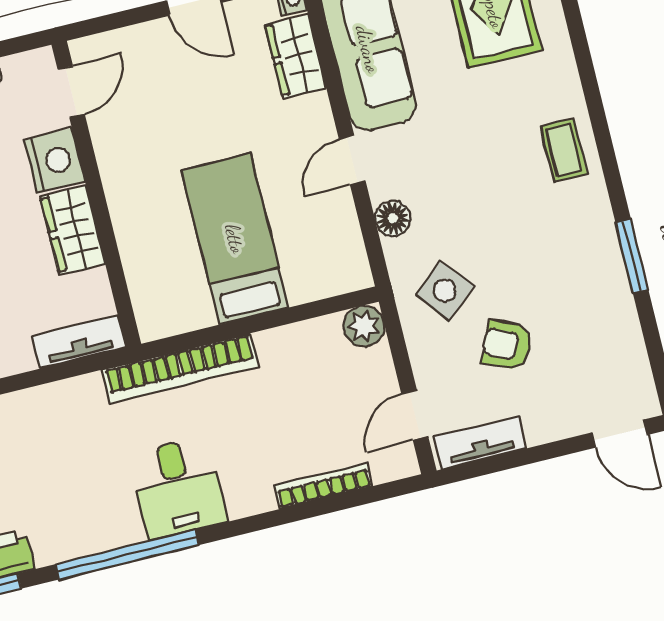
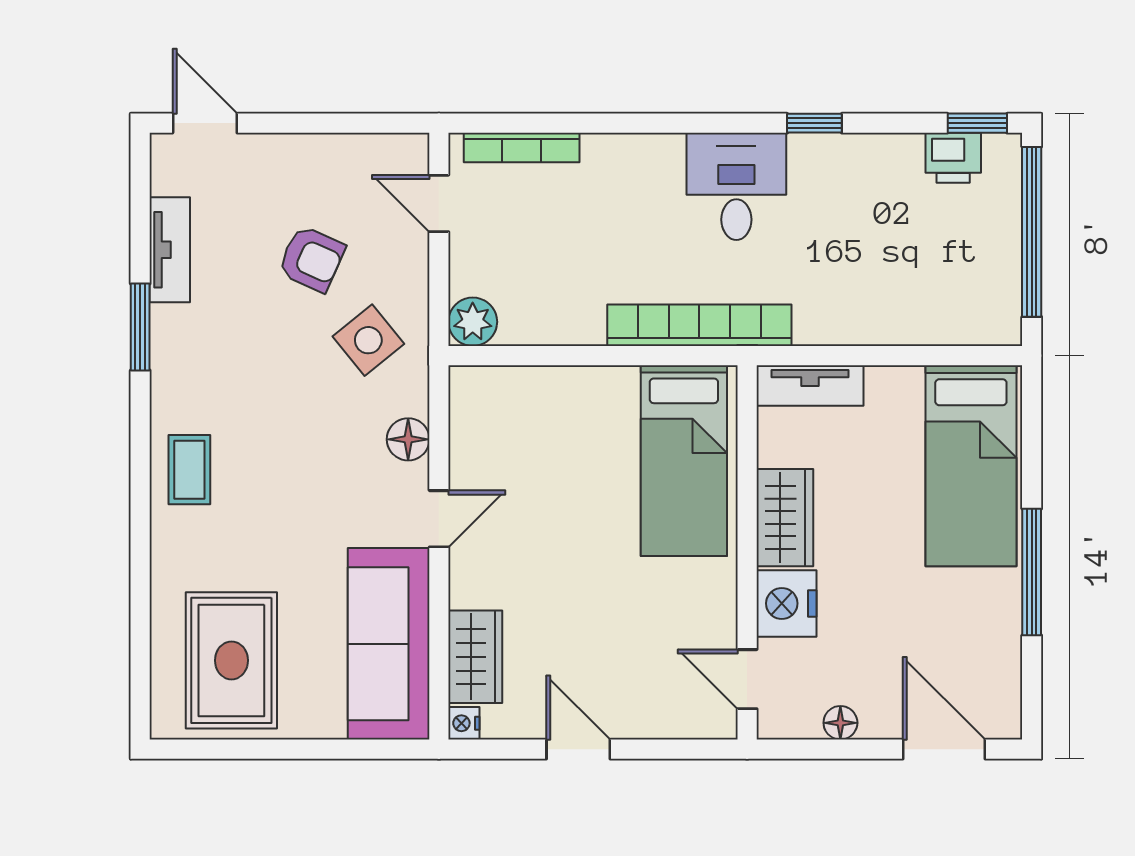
door: (71, 92) -> (747, 679), hinge flipped
bed: (235, 239) -> (684, 461), moved
door: (415, 415) -> (439, 203), swing flipped
tv unit: (480, 443) -> (170, 250), moved, turned -90
bookcase: (323, 486) -> (522, 147), moved
window: (127, 555) -> (814, 123), width x0.32

